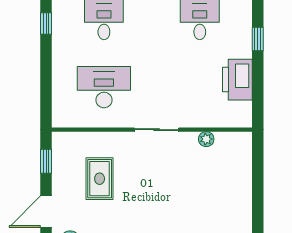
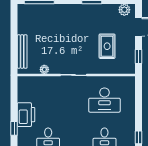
printer: (237, 80) -> (26, 115), moved
bench: (244, 170) -> (22, 51), added

